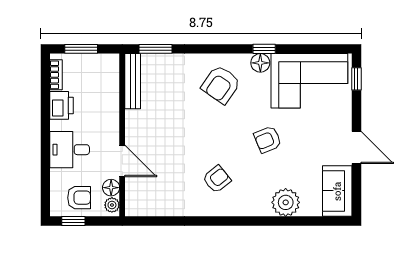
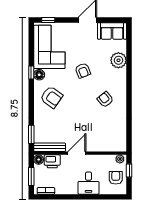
printer: (62, 105) -> (52, 161), moved, turned 180
door: (122, 161) -> (77, 153), moved
floor lamp: (111, 188) -> (39, 160), moved
window: (73, 221) -> (129, 170), moved

